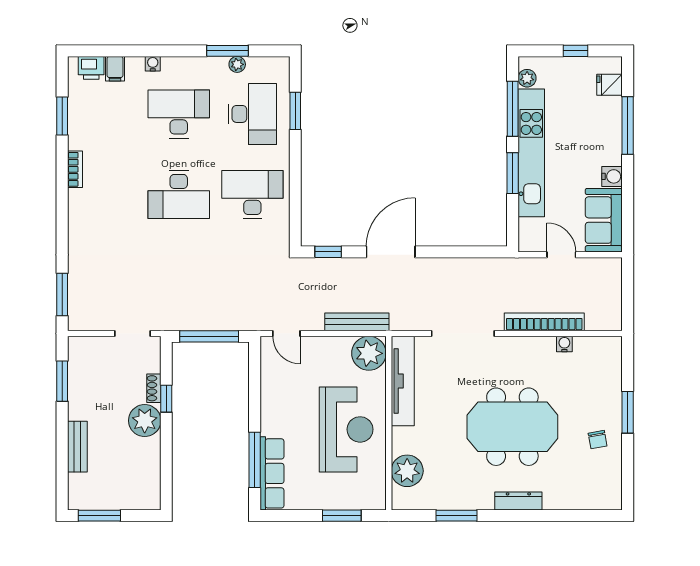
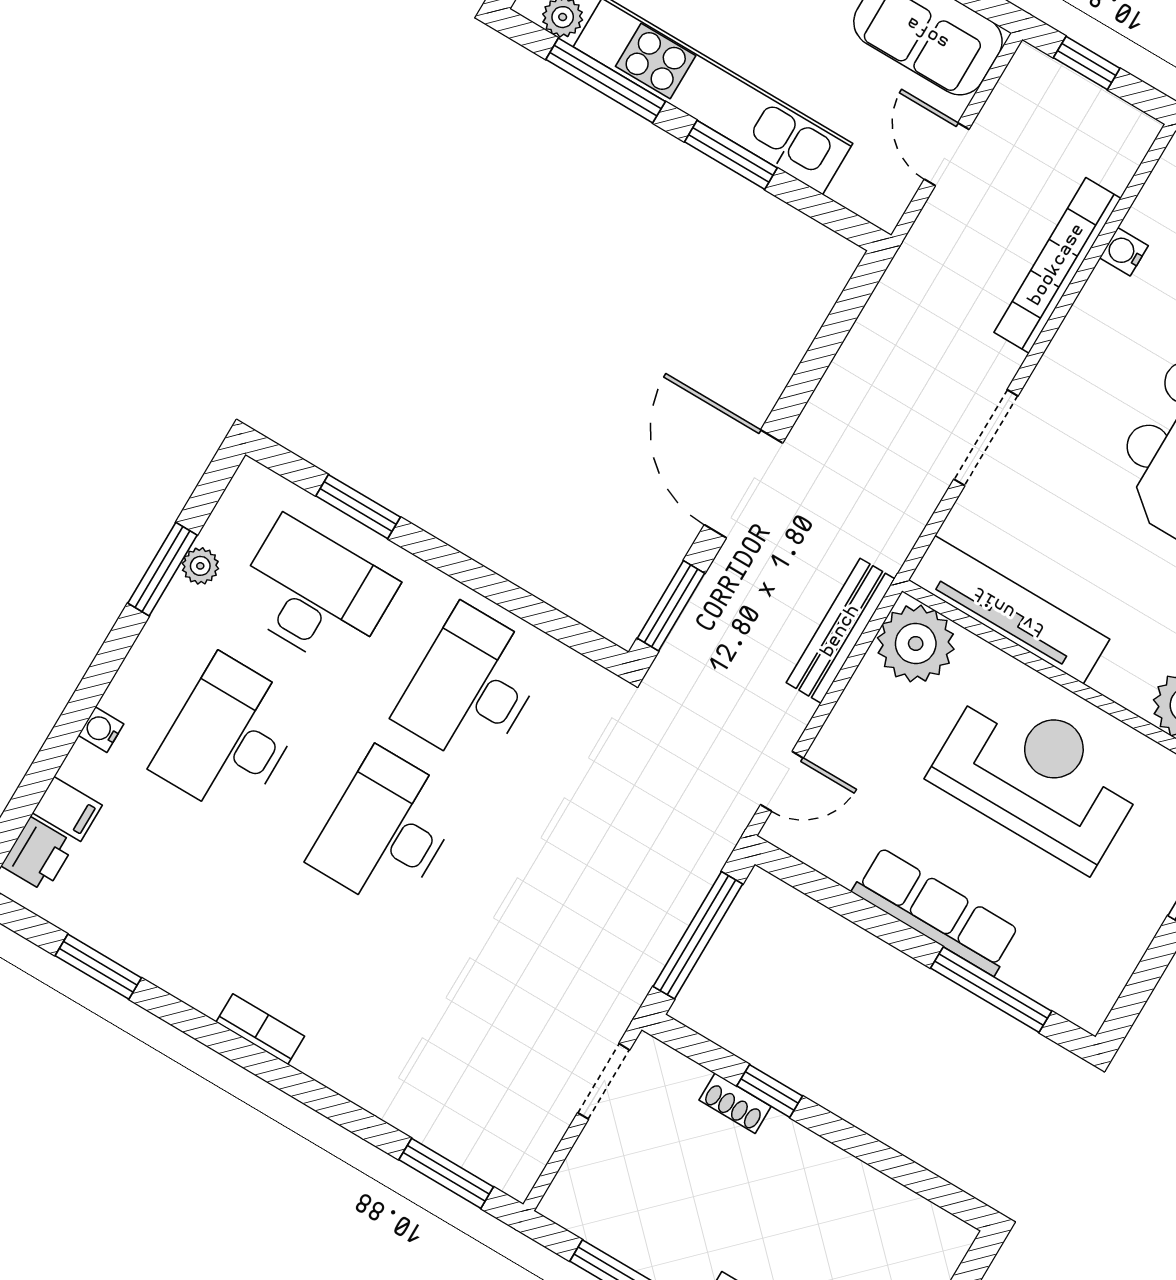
bookcase: (75, 169) -> (260, 1029), moved
desk: (179, 194) -> (386, 830), turned 180
window: (328, 252) -> (671, 606), width x1.50
door: (561, 255) -> (947, 154), hinge flipped
window: (628, 287) -> (1087, 63), added
doorway: (463, 334) -> (986, 438), width x0.73
plant: (145, 421) -> (787, 1158), removed
row of seats: (272, 473) -> (936, 911), moved

